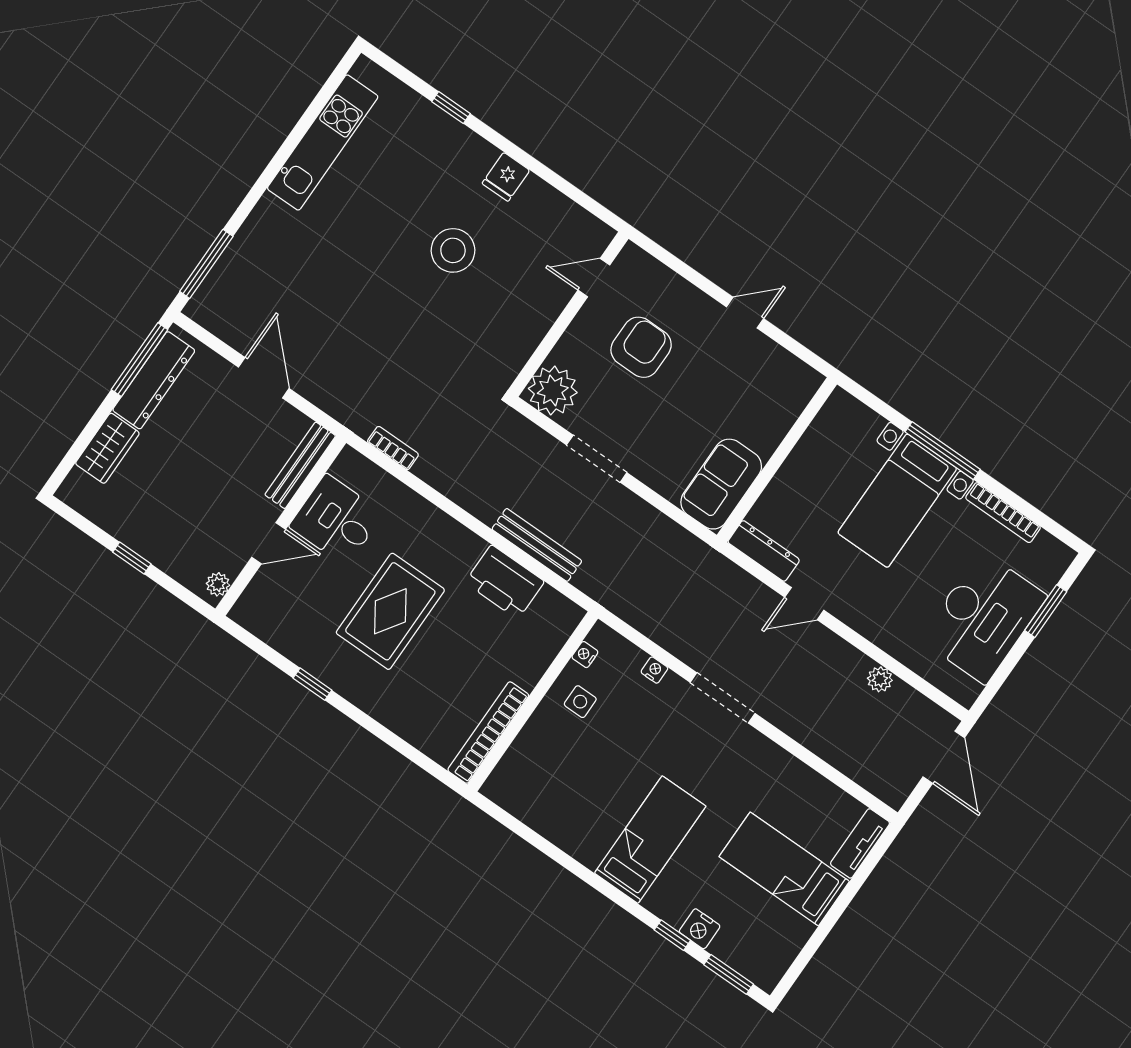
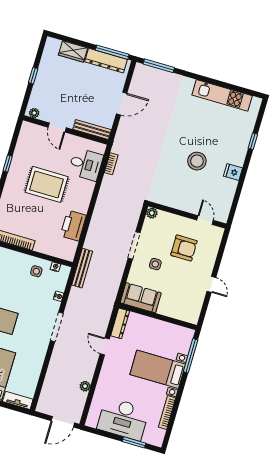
plant: (553, 390) -> (152, 213), width x0.53, depth x0.53
side table: (656, 425) -> (155, 264), added
window: (943, 451) -> (191, 356), moved
desk: (336, 520) -> (86, 164), moved, turned 90
bench: (537, 545) -> (82, 268), moved

